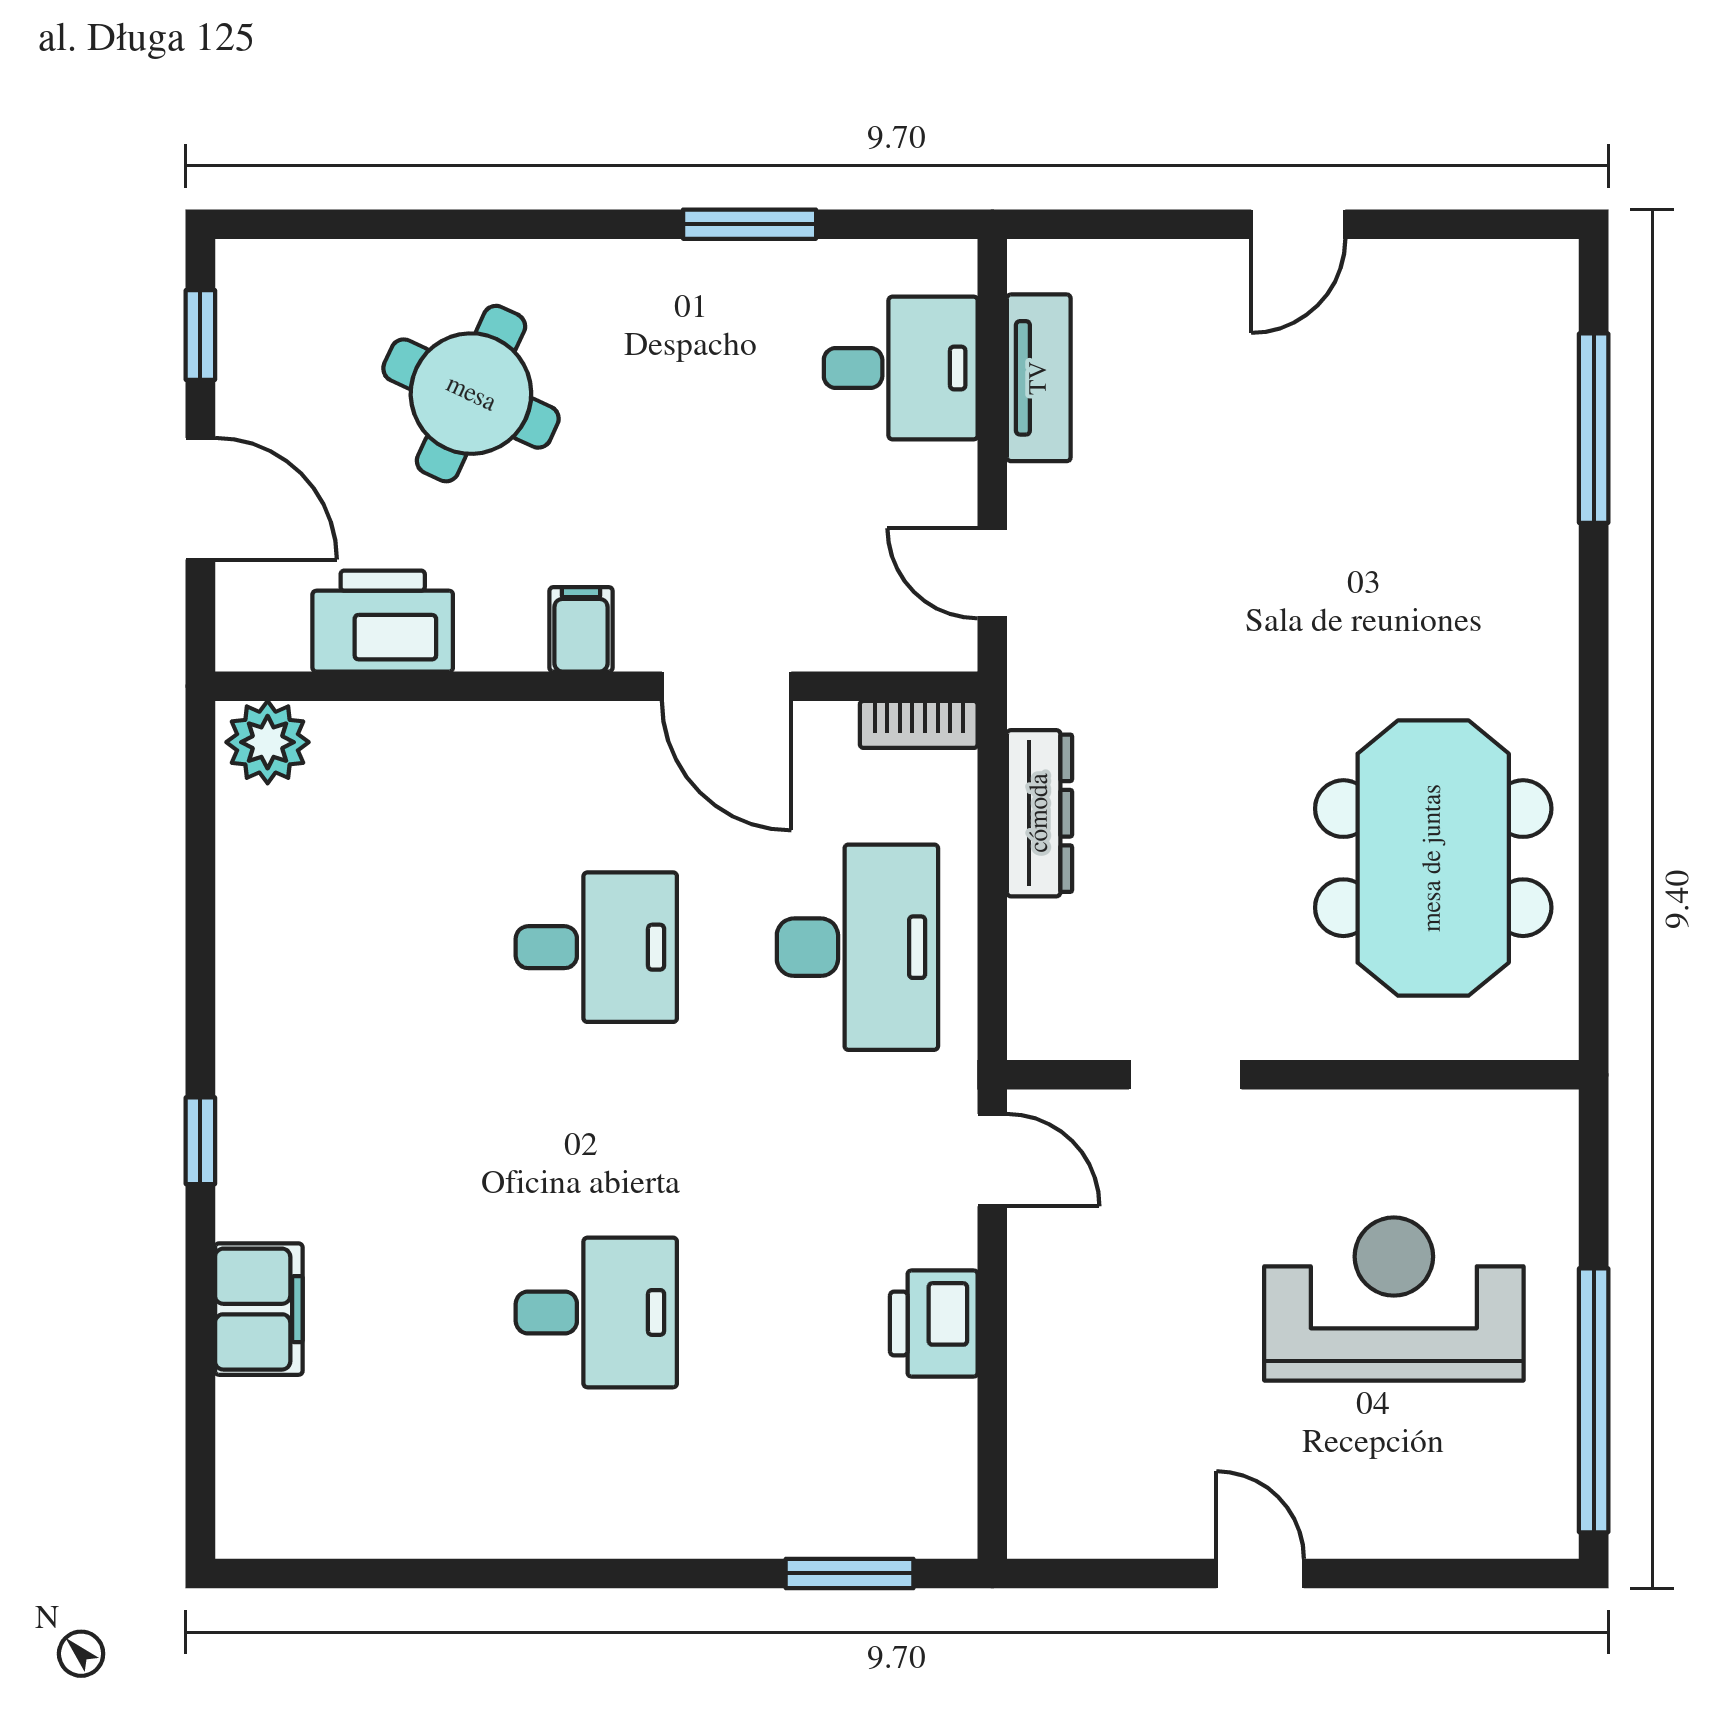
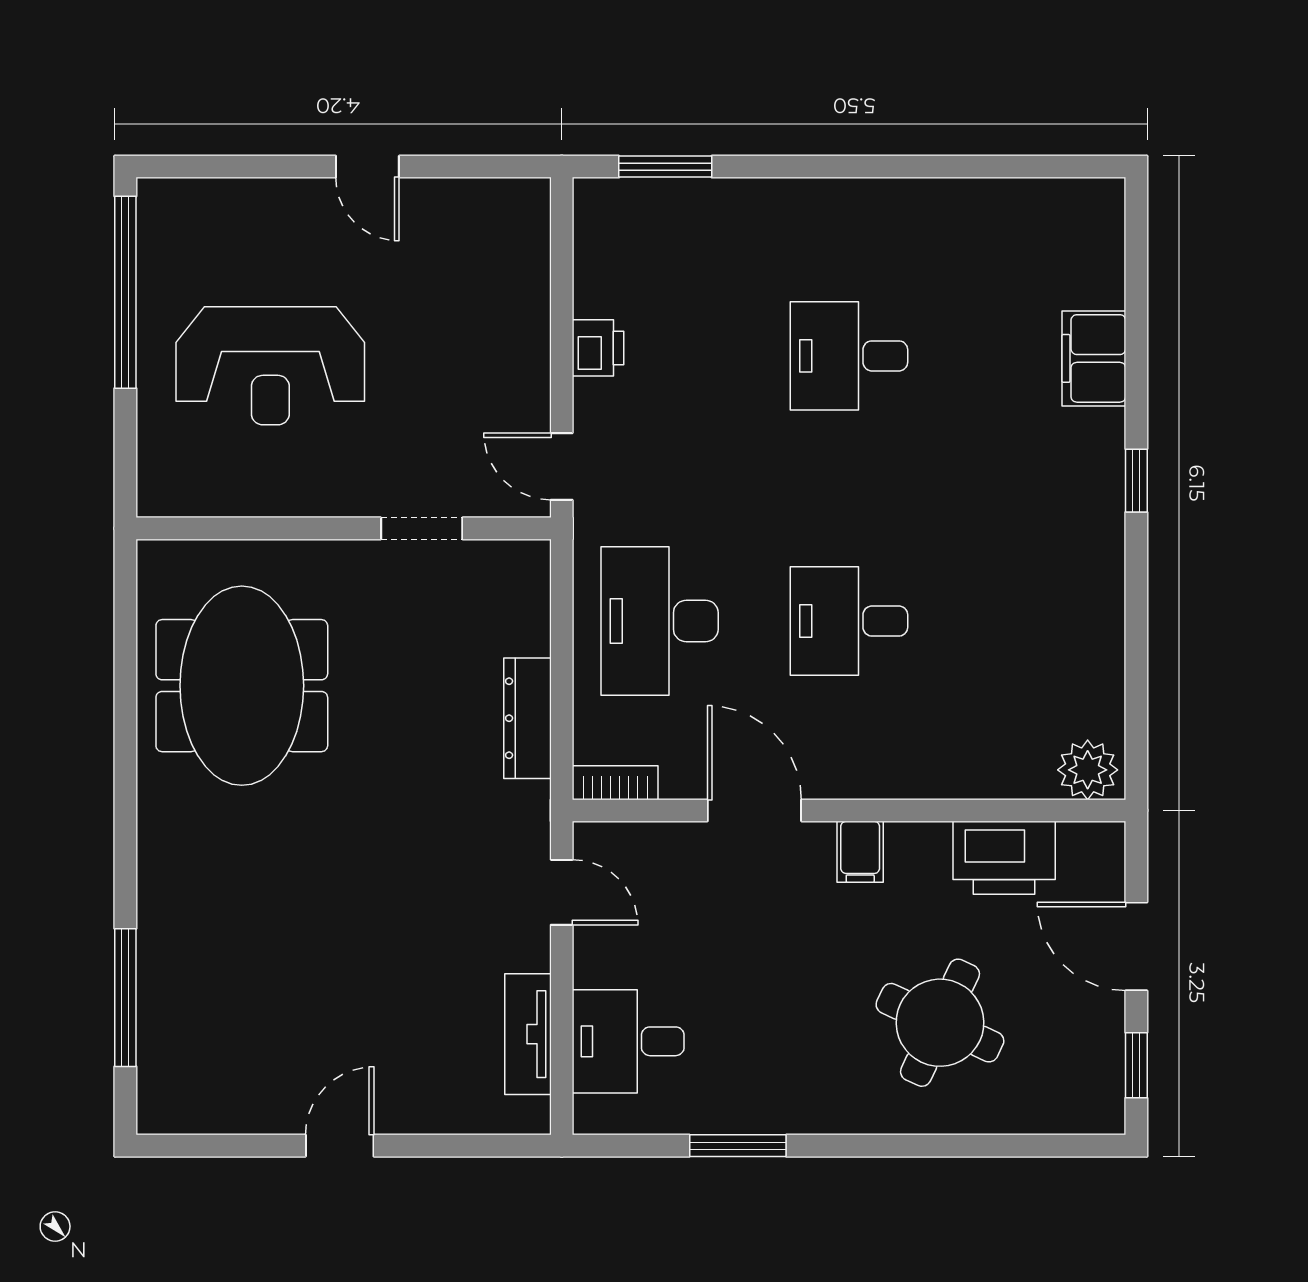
printer: (934, 1324) -> (598, 348), width x0.73, depth x0.81

